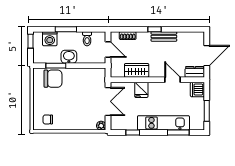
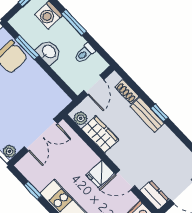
bench: (164, 36) -> (147, 115), moved
plant: (119, 73) -> (81, 118), added
door: (172, 80) -> (125, 180), swing flipped
fridge: (141, 90) -> (100, 174), moved

